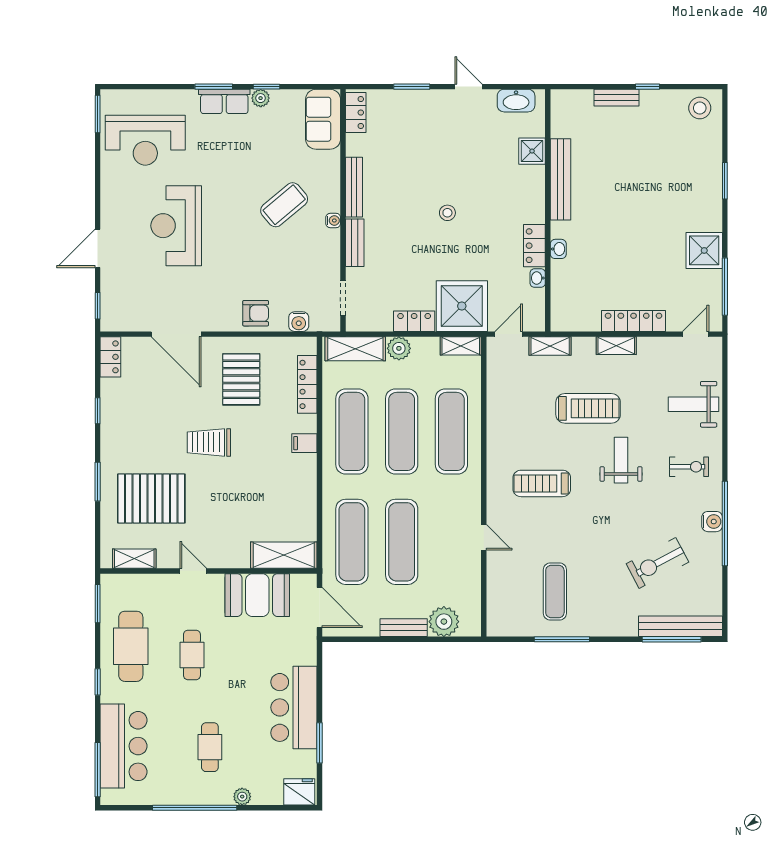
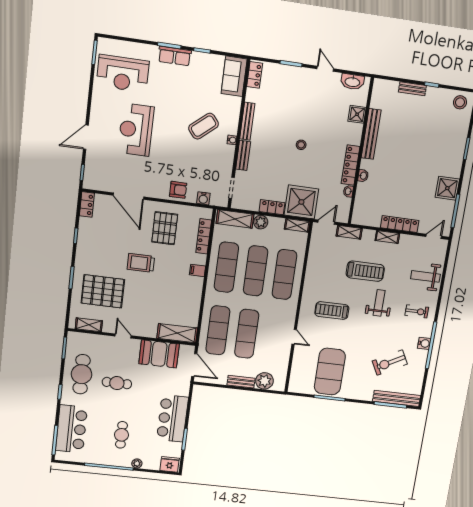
plant: (261, 98) -> (197, 57), removed
locker: (534, 246) -> (351, 165), width x1.53
exercise mat: (555, 592) -> (330, 372), width x2.00, depth x1.45
cafe table: (192, 655) -> (117, 383), turned 90

